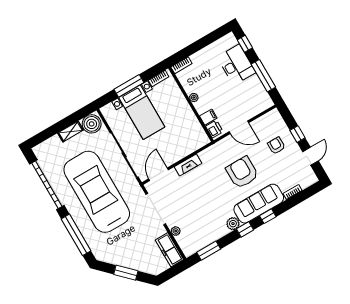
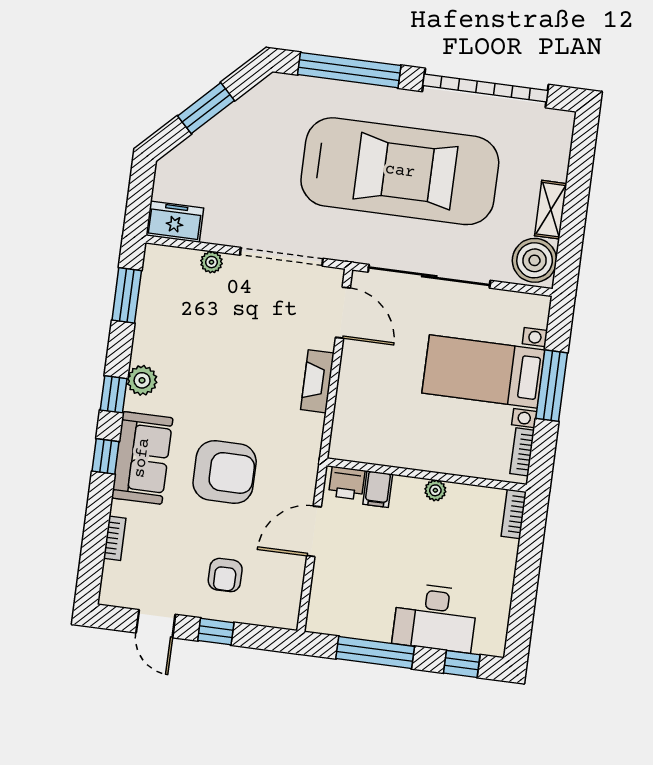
armchair: (276, 146) -> (225, 575), turned 90
sofa: (259, 204) -> (142, 458), width x0.73
freezer: (169, 250) -> (175, 222), width x0.71

